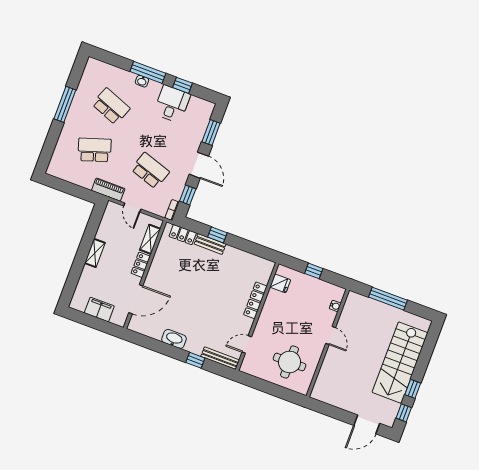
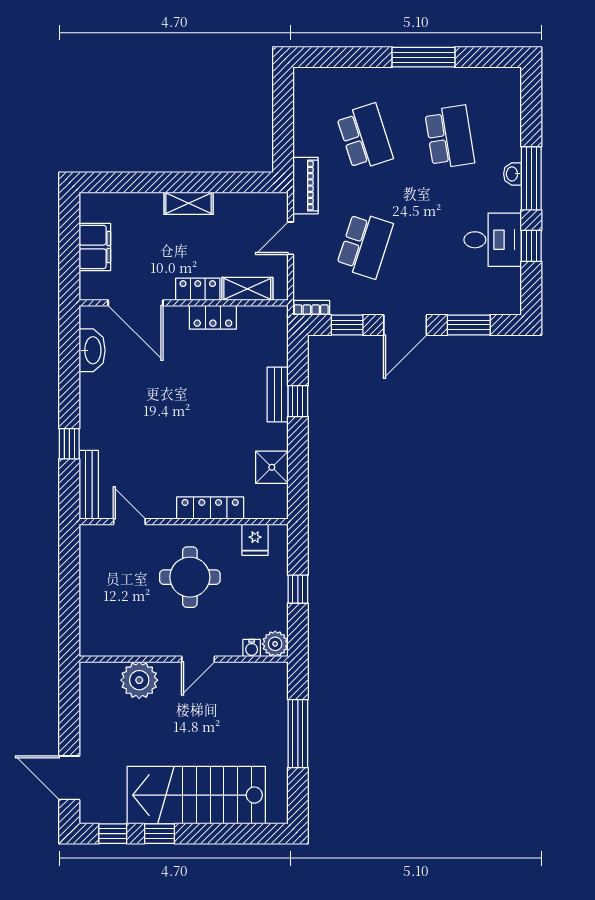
school desk: (111, 106) -> (450, 137), turned -30
locker: (183, 235) -> (213, 317), moved, turned -90
shower: (246, 261) -> (272, 467), added
plant: (338, 293) -> (275, 644), added
washbasin: (174, 339) -> (92, 350), moved
round table: (290, 362) -> (190, 577), moved
plant: (330, 370) -> (139, 680), added

